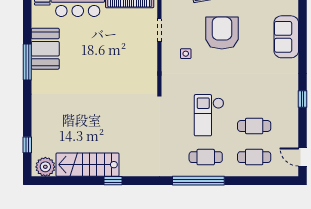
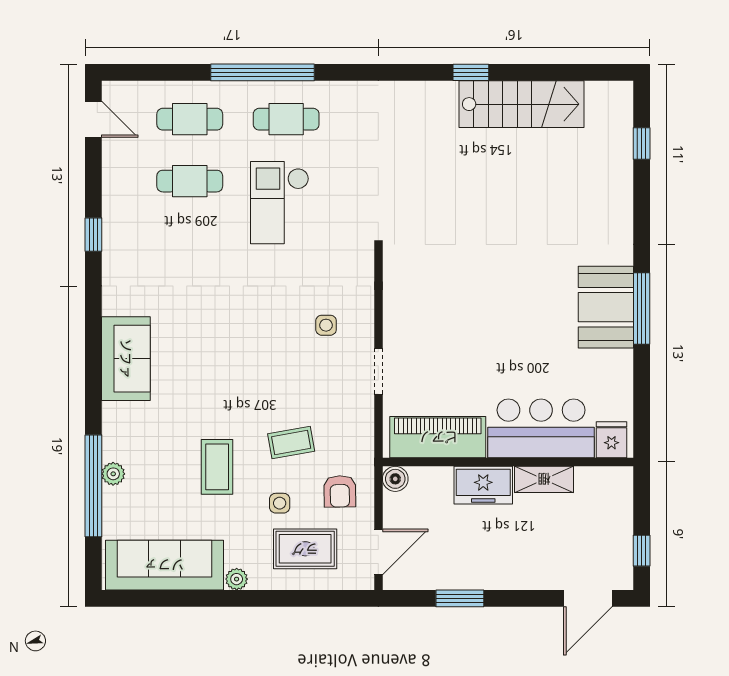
armchair: (222, 33) -> (254, 366), removed
booth: (45, 49) -> (606, 307), moved
checkout: (209, 115) -> (280, 203), turned 180
plant: (45, 167) -> (606, 100), removed
window: (198, 181) -> (263, 72), moved

